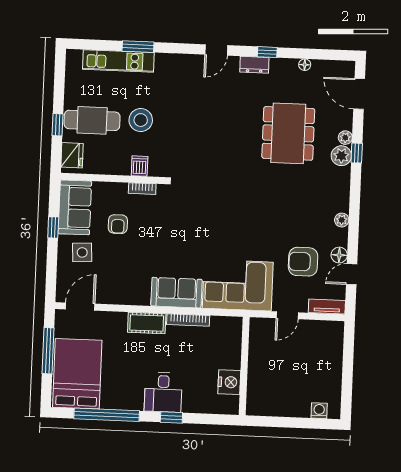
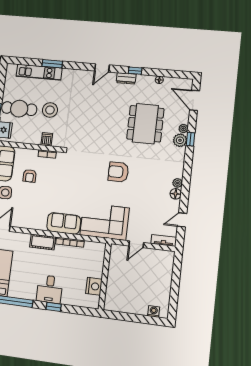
floor lamp: (339, 255) -> (176, 194), moved
armchair: (303, 262) -> (118, 172), moved

